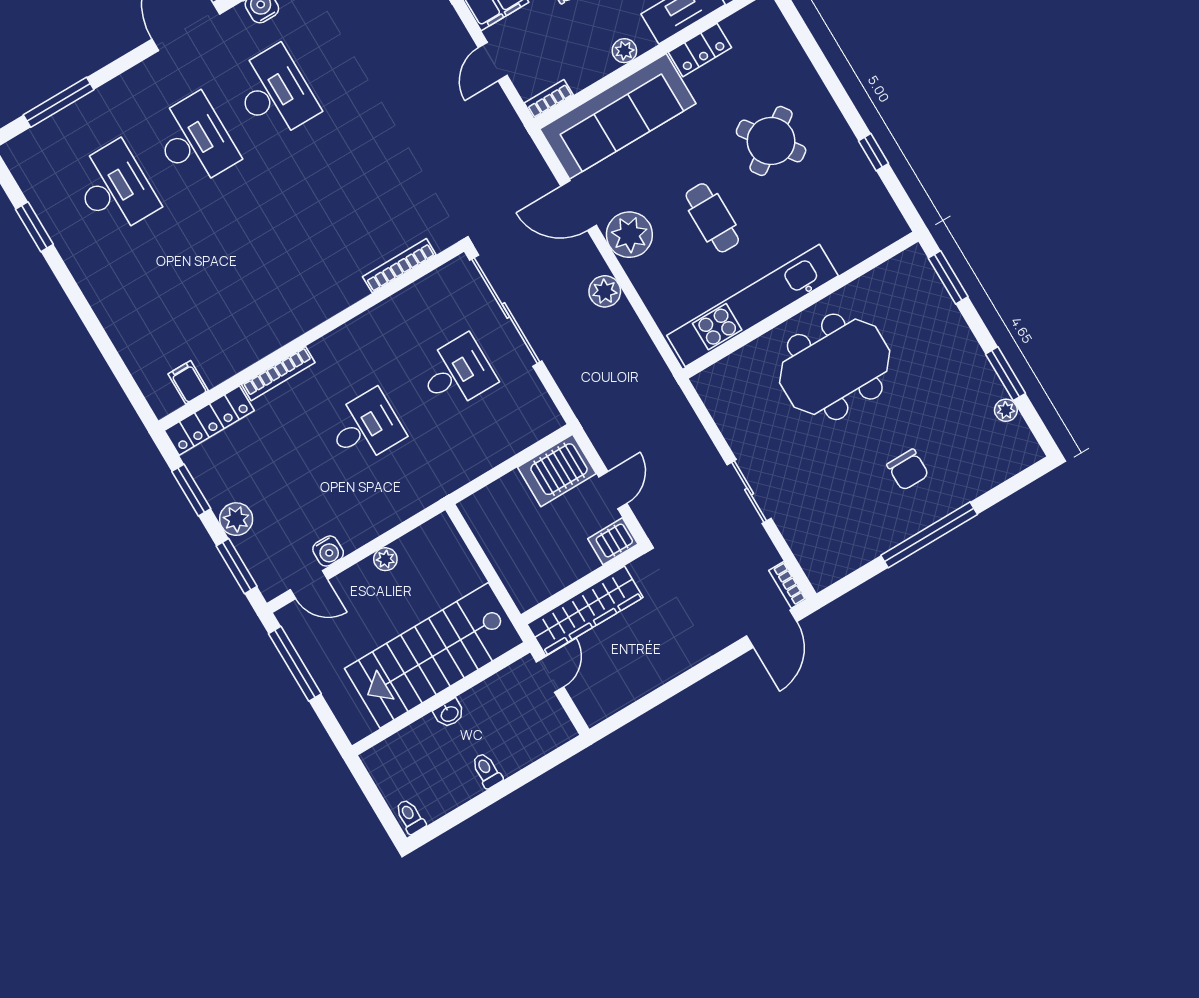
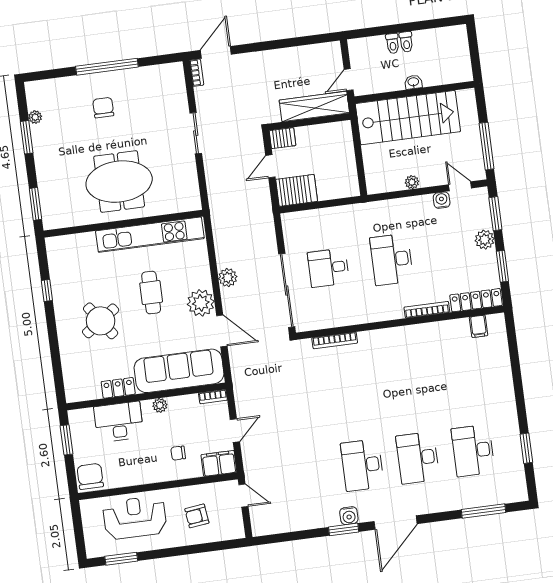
desk: (365, 427) -> (392, 259), width x1.37
toilet: (410, 816) -> (393, 43), moved

